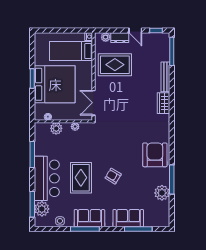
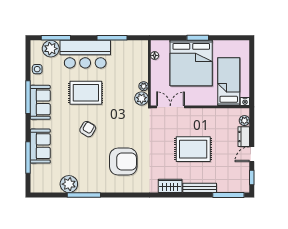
rug: (115, 65) -> (193, 149), moved, turned 90
plant: (56, 128) -> (142, 98), moved
armchair: (155, 155) -> (123, 162), moved

